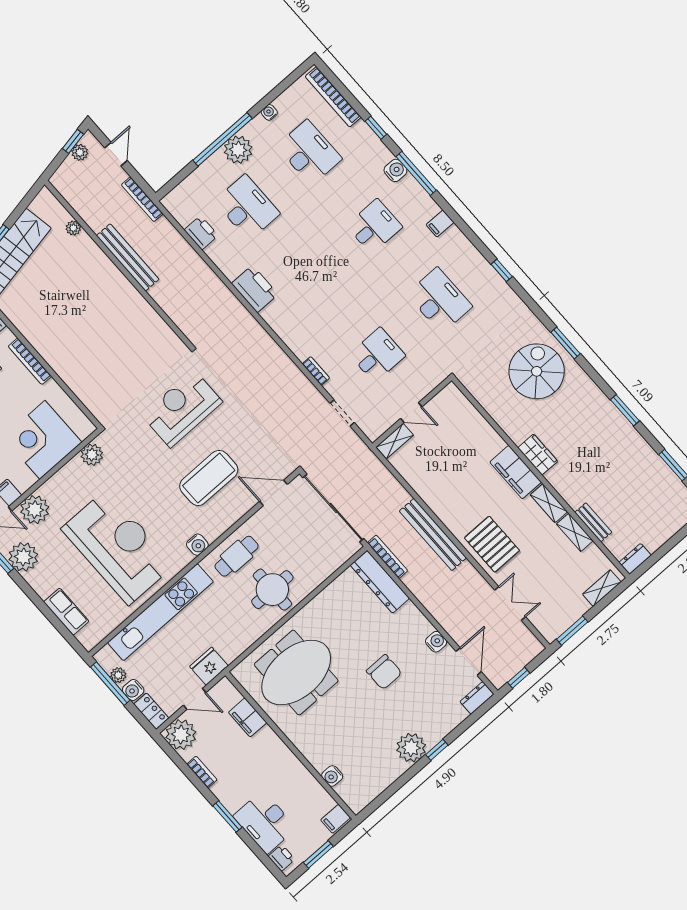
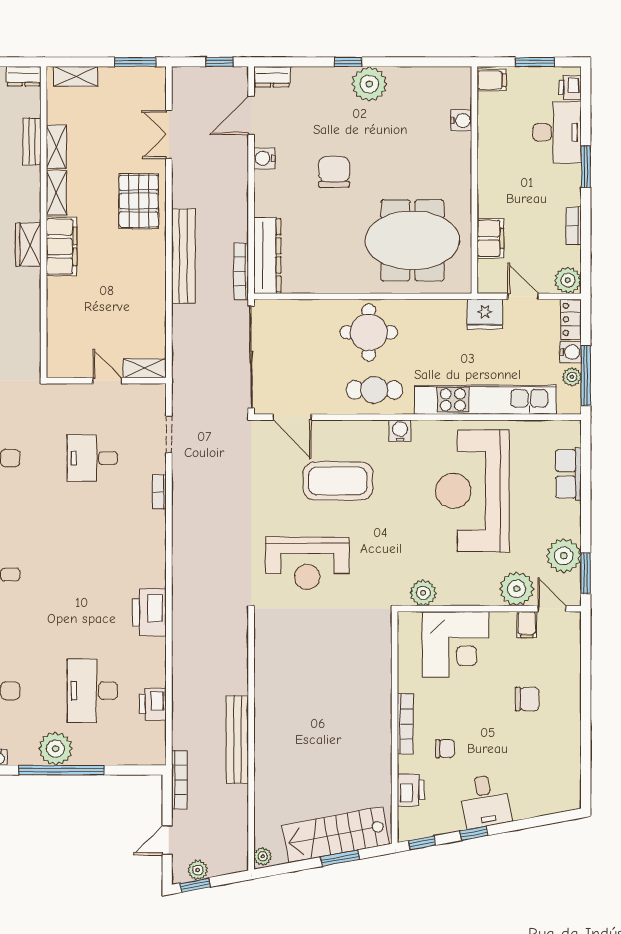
plant: (73, 228) -> (263, 856), moved
plant: (181, 735) -> (568, 280), width x0.73, depth x0.73

